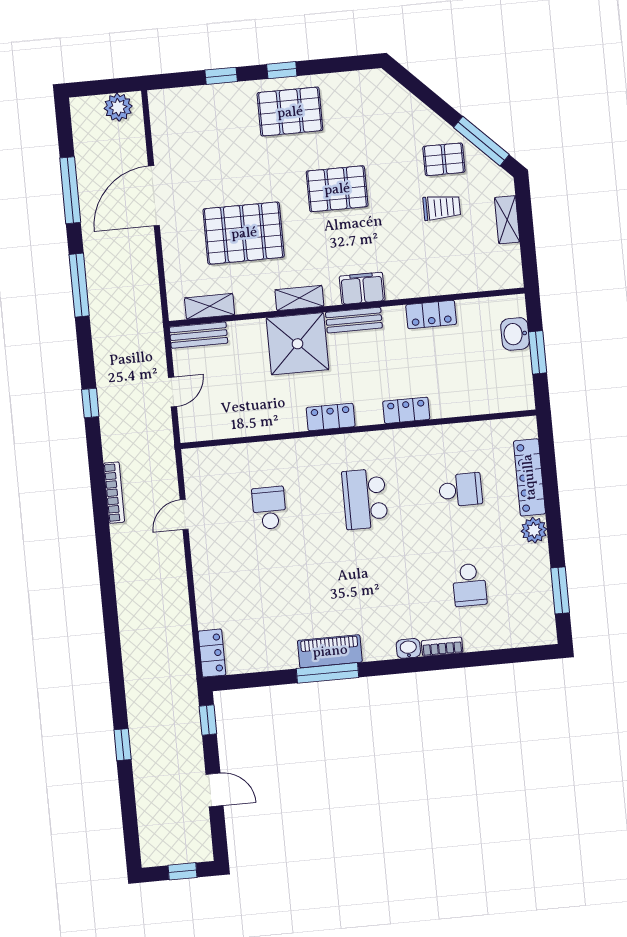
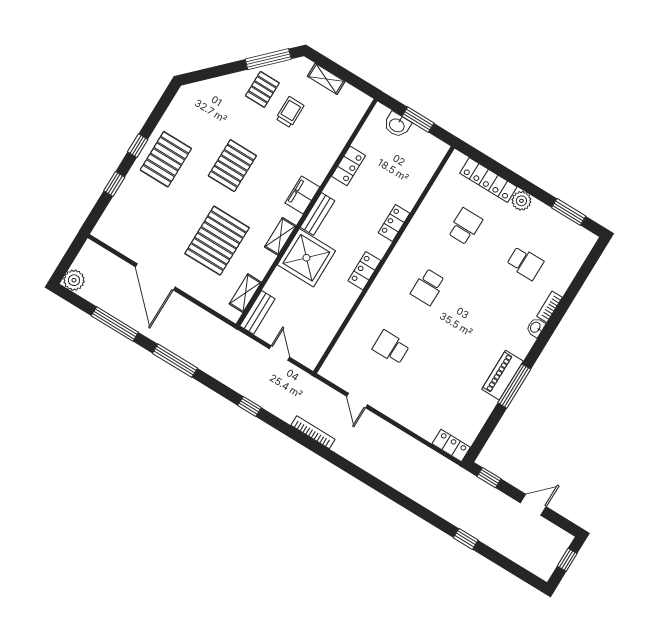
plant: (118, 107) -> (74, 280), moved
school desk: (365, 499) -> (428, 287), width x0.54

